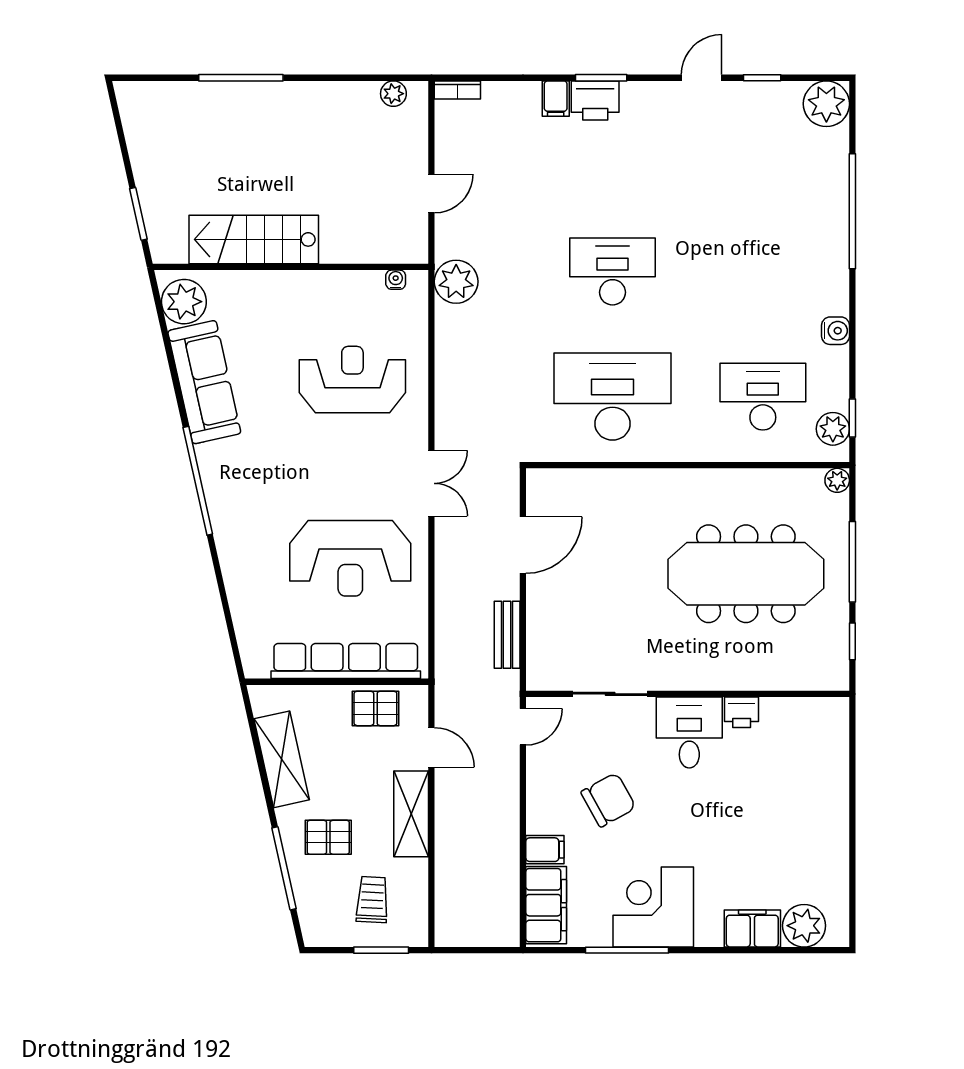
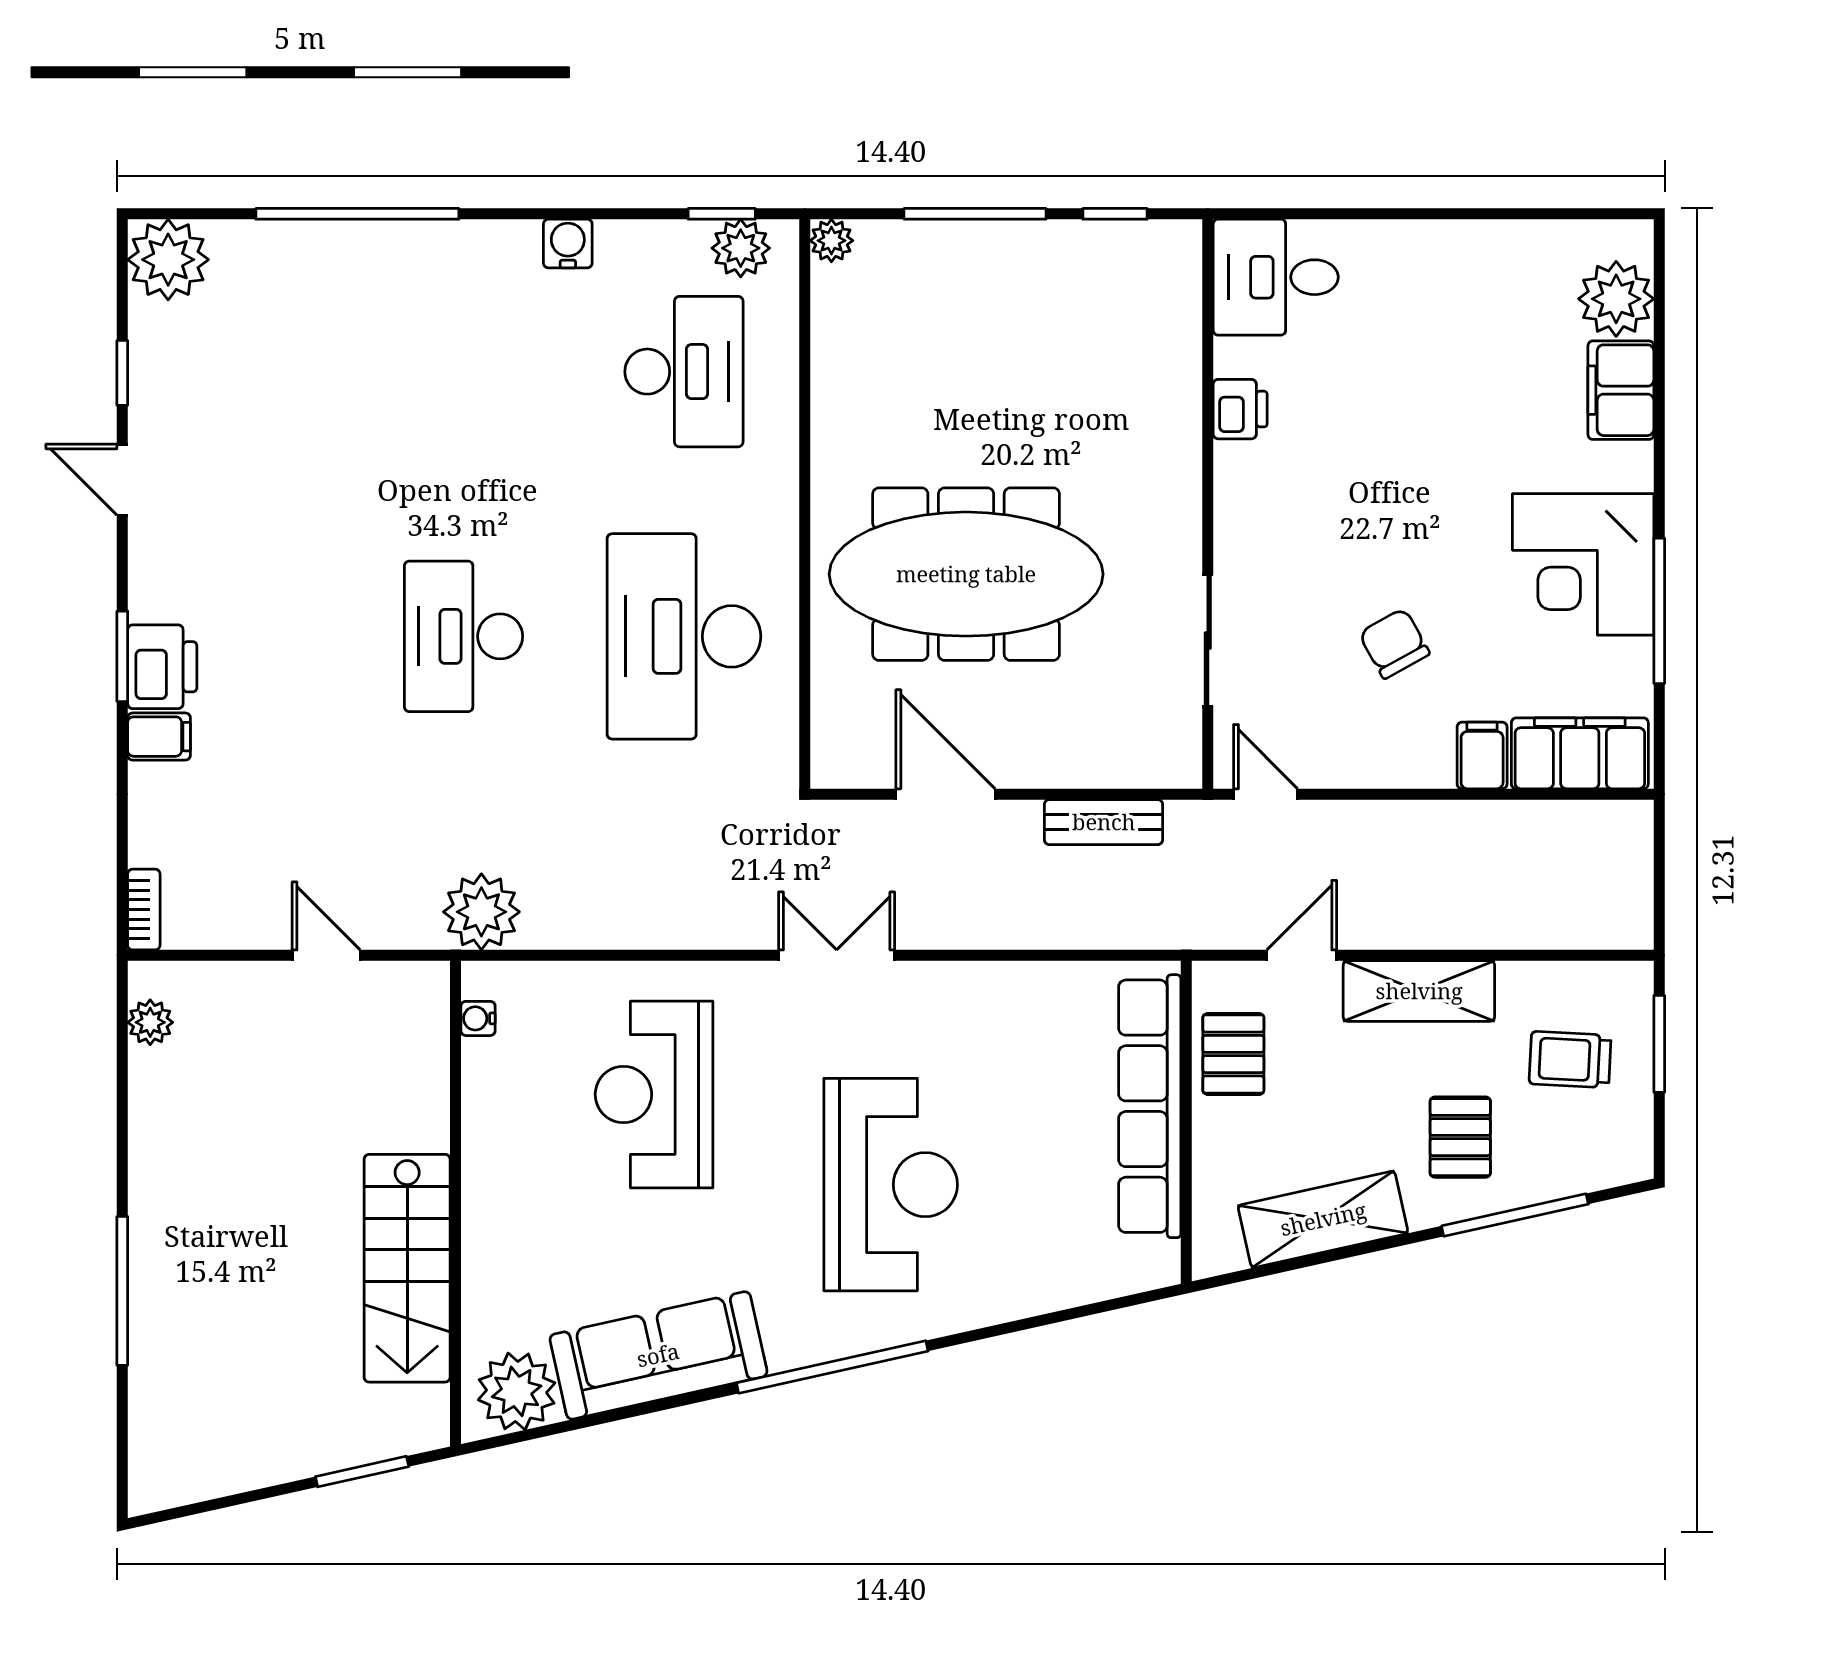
desk: (763, 397) -> (684, 372), turned 180
reception desk: (350, 558) -> (891, 1185), moved
meeting table: (746, 574) -> (966, 574), moved, turned 90
desk: (689, 733) -> (1276, 277), moved
chair: (608, 800) -> (1394, 643), width x0.73, depth x0.73

